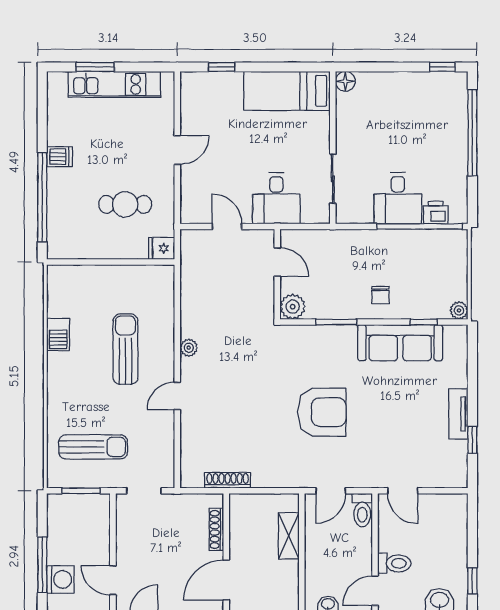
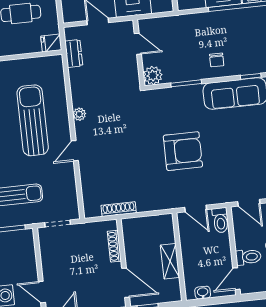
dresser: (190, 266) -> (74, 53), added
sun lounger: (125, 349) -> (33, 120), width x1.36, depth x1.34
door: (331, 491) -> (196, 208), hinge flipped
shelving: (289, 536) -> (170, 261), moved
door: (226, 580) -> (126, 283), swing flipped

